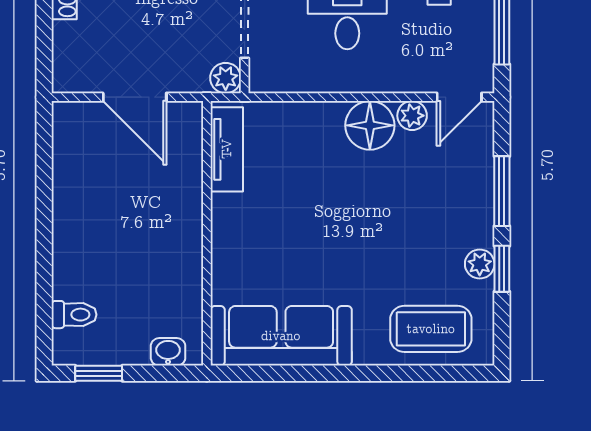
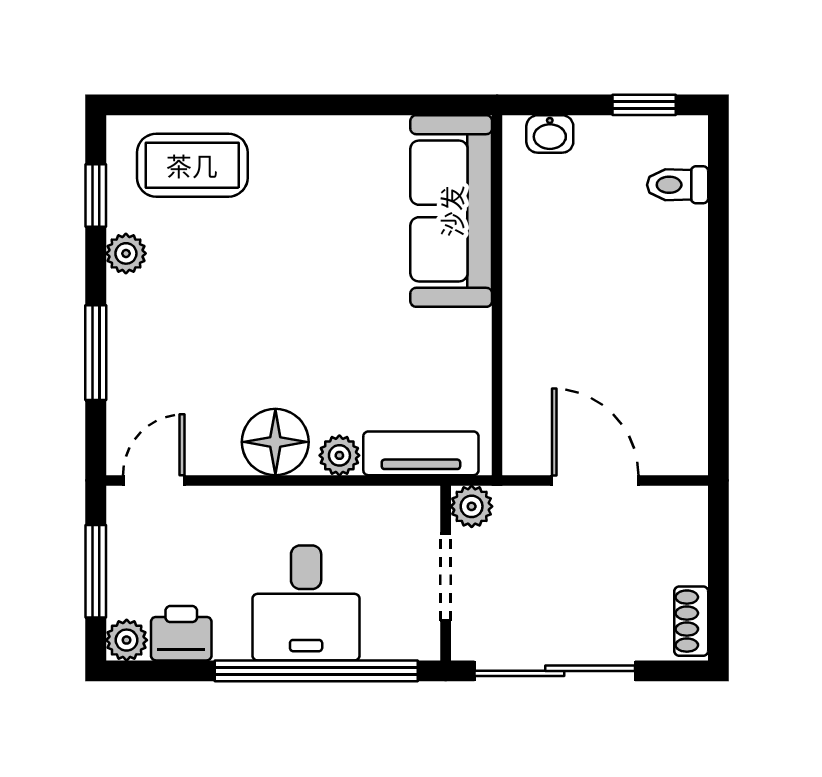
plant: (412, 116) -> (339, 455), moved
tv unit: (227, 149) -> (421, 453), moved, turned 90
window: (502, 269) -> (96, 195), moved
sofa: (281, 336) -> (451, 211), moved, turned 90

